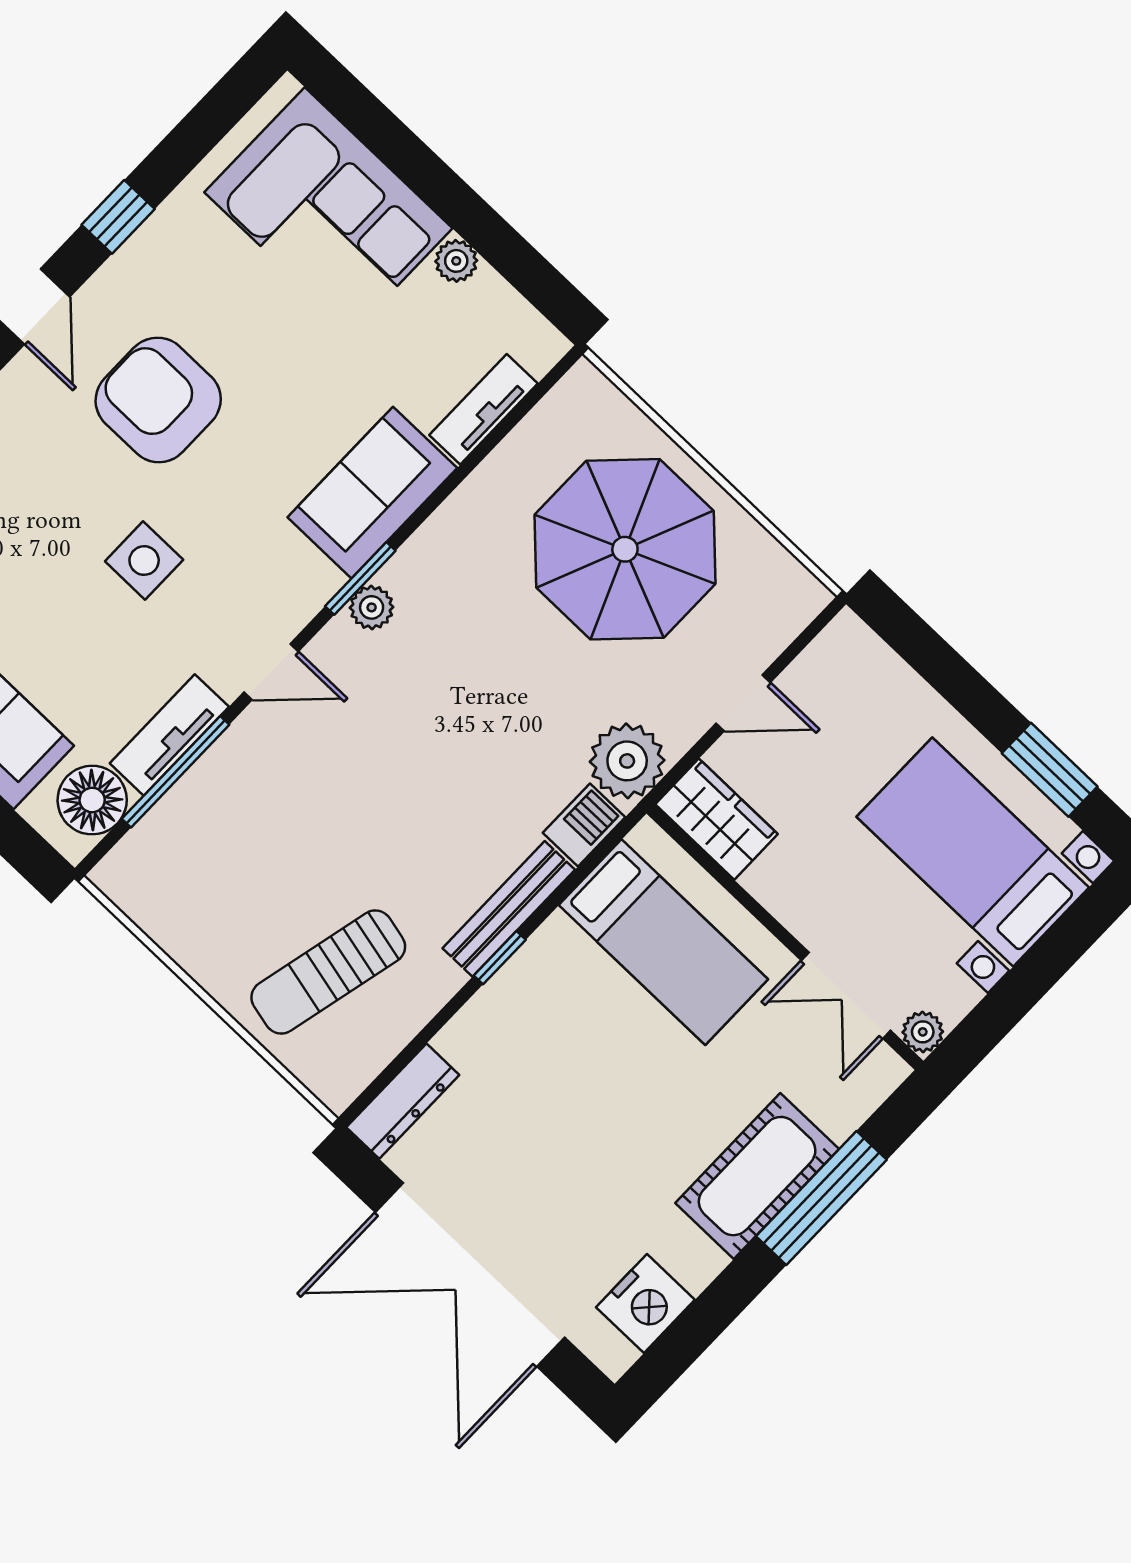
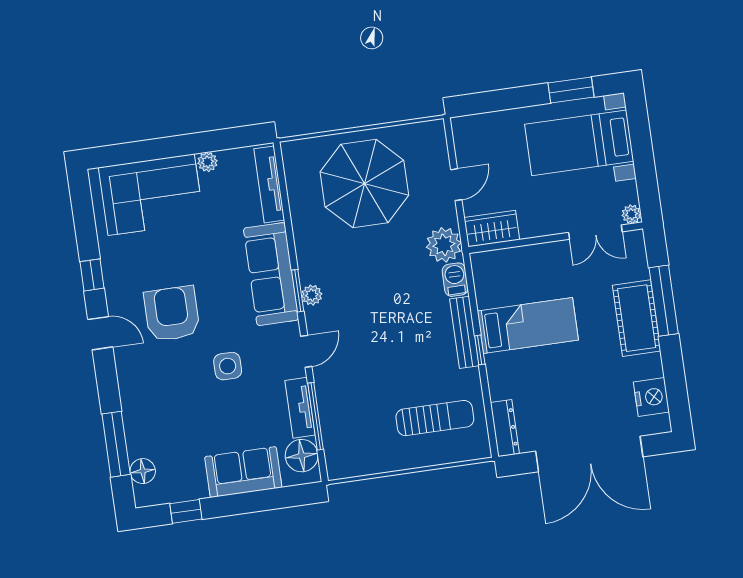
armchair: (158, 400) -> (172, 314), turned 90
tv unit: (484, 409) -> (269, 184), width x1.41
sofa: (372, 493) -> (271, 274), width x1.36
bed: (663, 942) -> (528, 325), moved
sun lounger: (328, 972) -> (435, 418), turned -103

